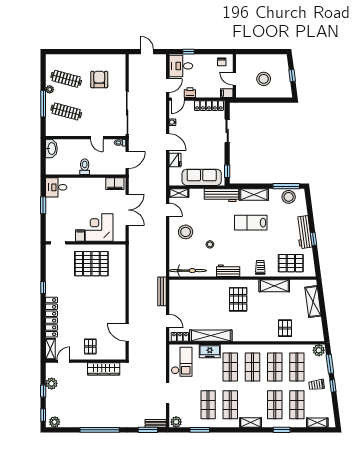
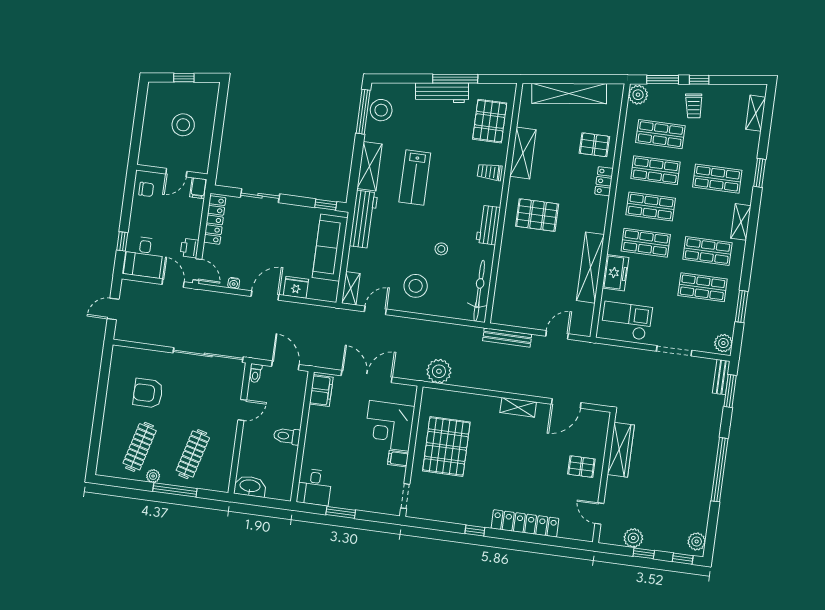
window: (314, 239) -> (455, 79), width x2.17
plant: (136, 253) -> (439, 371), added
shelving: (313, 302) -> (569, 93), width x1.47
locker: (180, 337) -> (604, 181), moved
shelving: (50, 349) -> (518, 407), moved
shop shelf: (297, 405) -> (722, 142), removed

